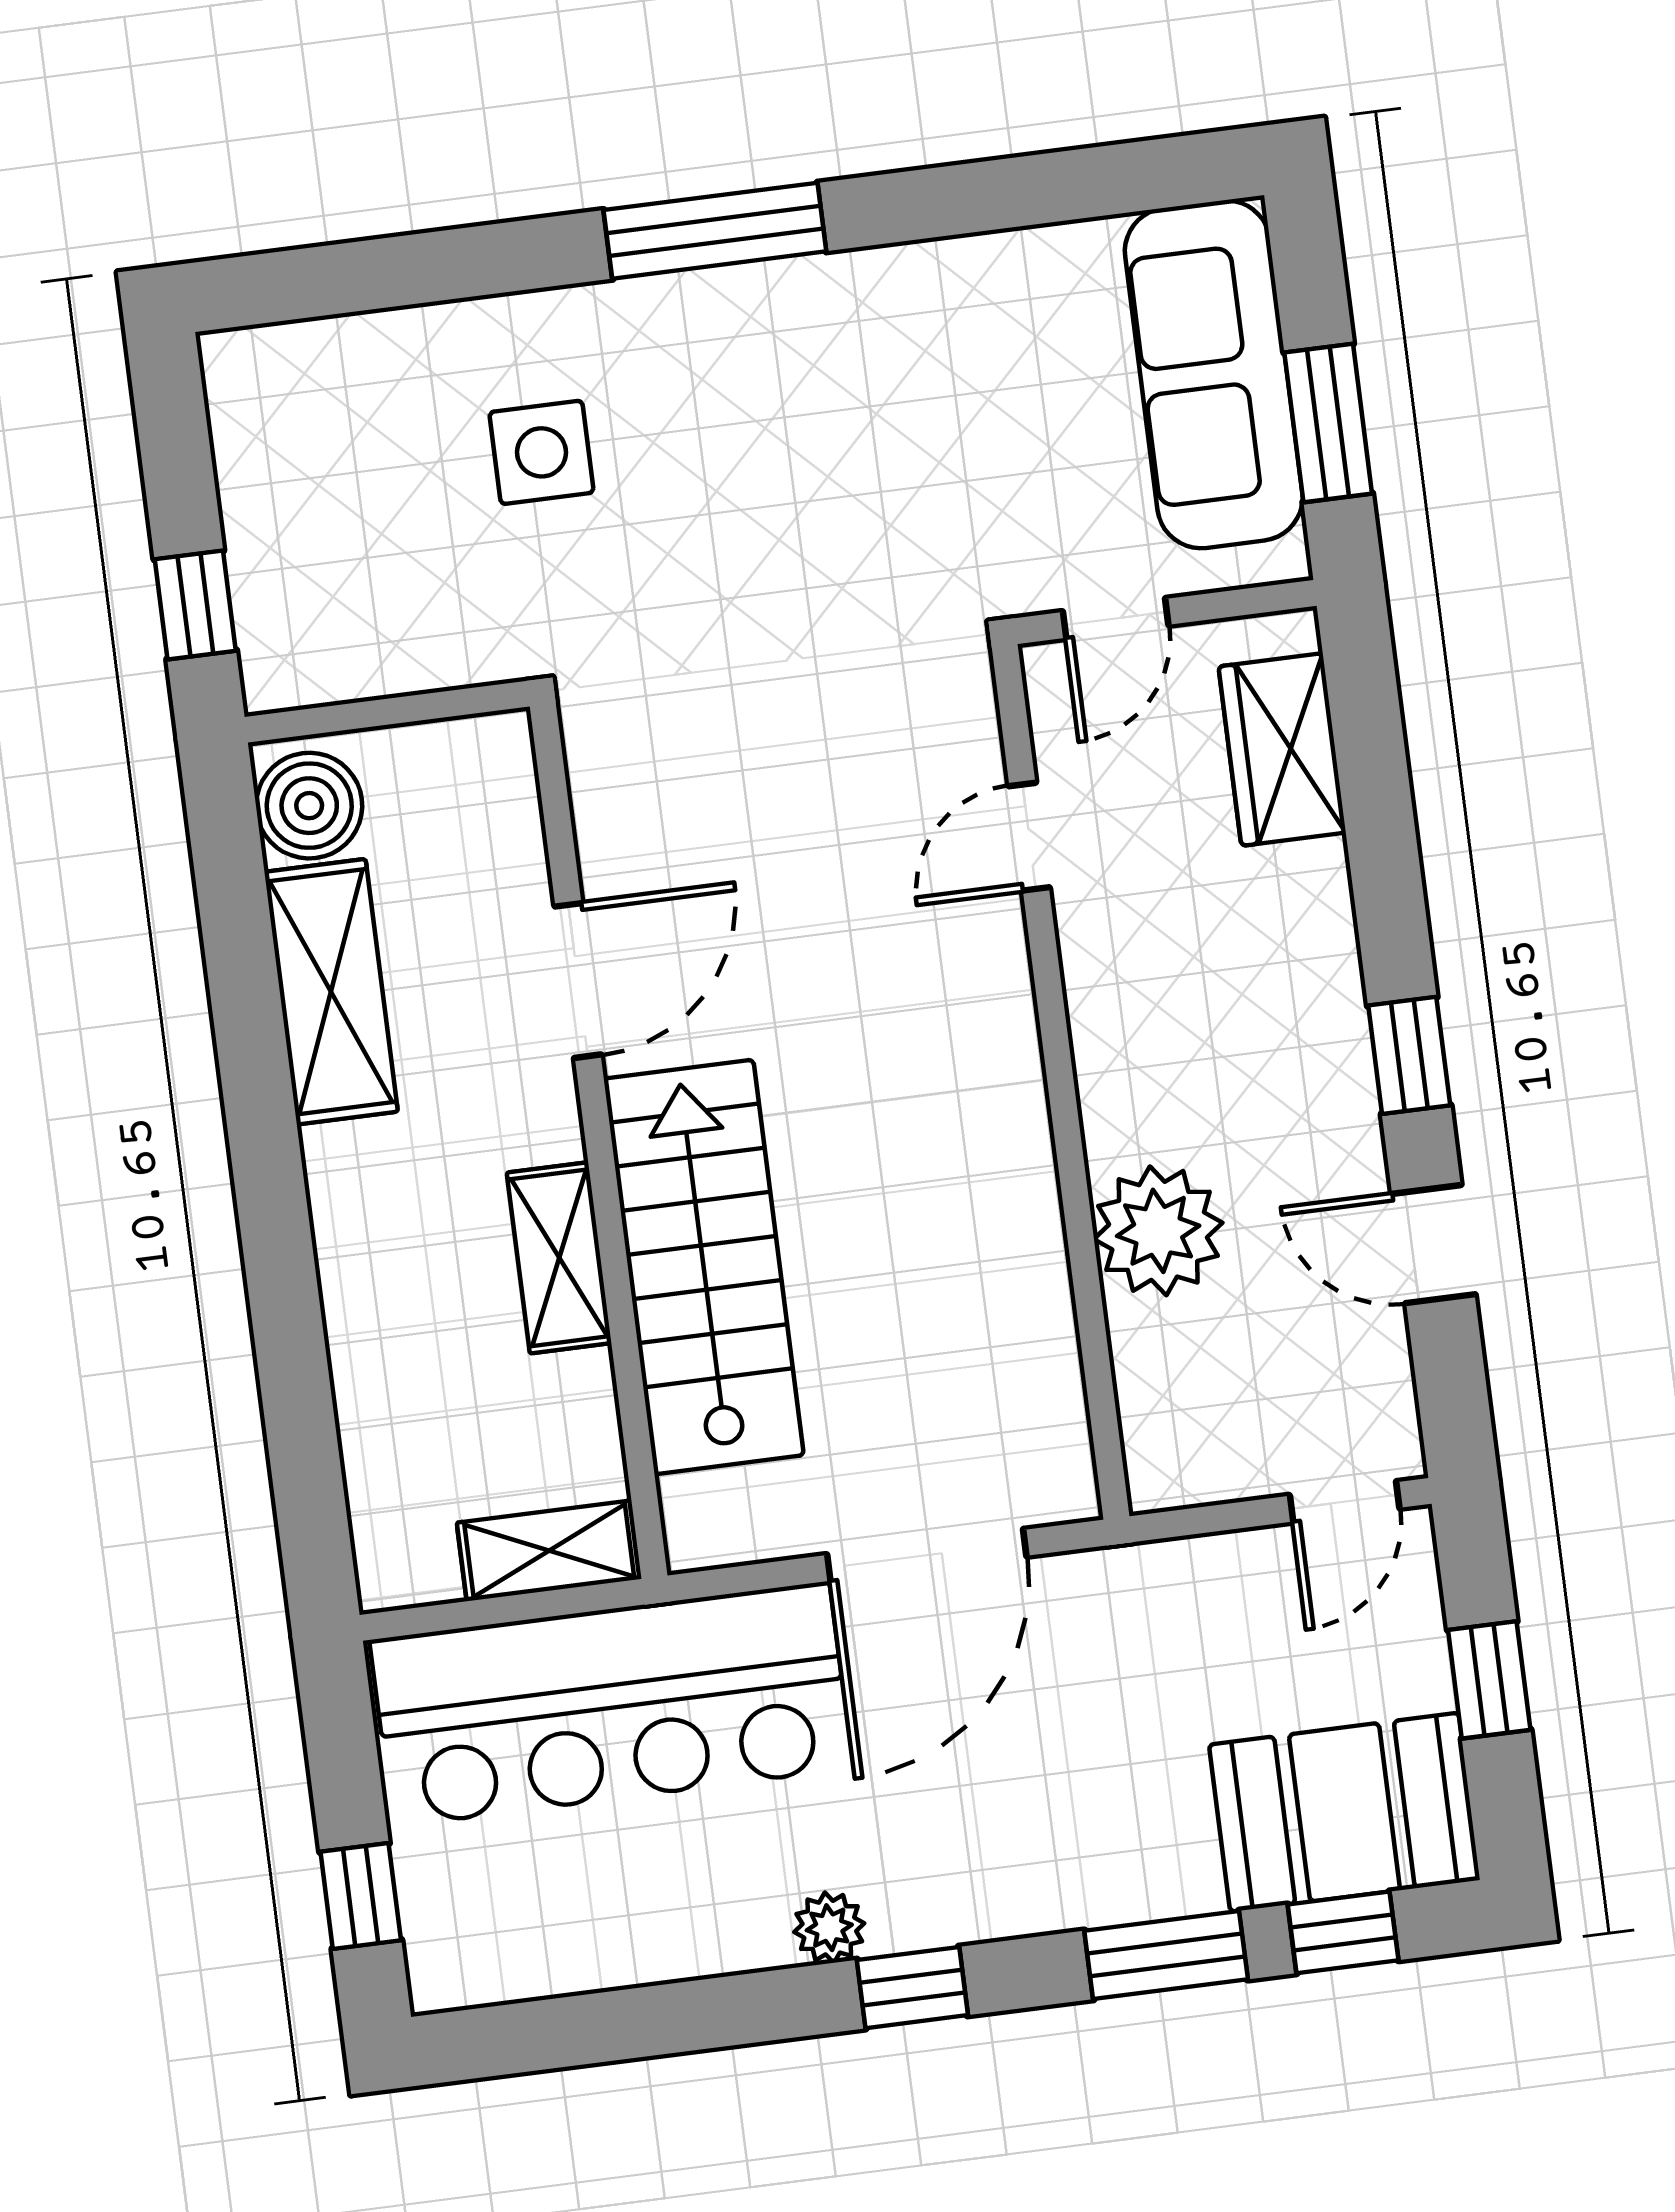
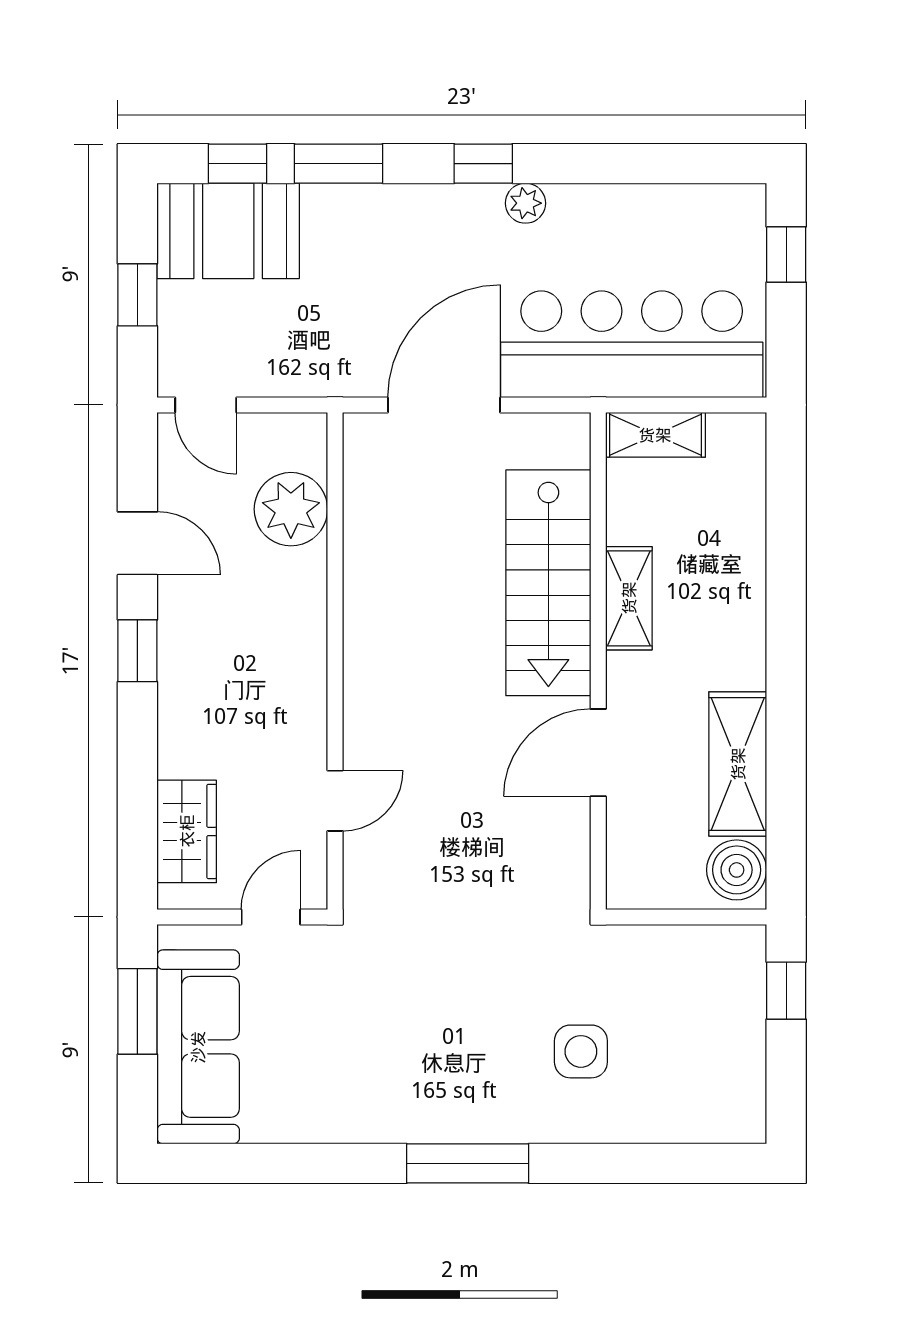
plant: (1158, 1231) -> (291, 509), moved
door: (1345, 1502) -> (206, 405), swing flipped

